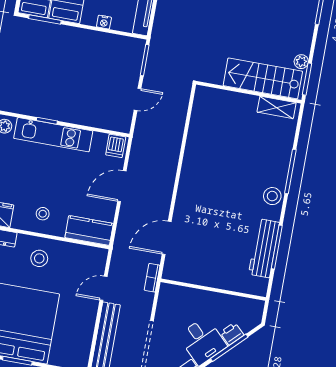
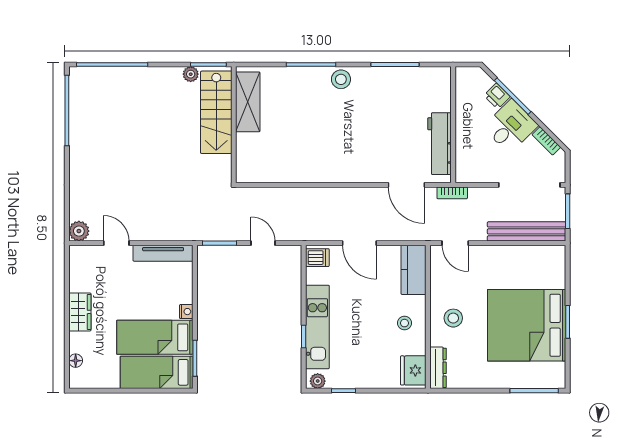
nightstand: (104, 22) -> (186, 312), moved
shelving: (277, 107) -> (248, 102), width x1.50, depth x1.33
workbench: (264, 248) -> (440, 144), moved, turned 90
door: (104, 288) -> (455, 243), moved

